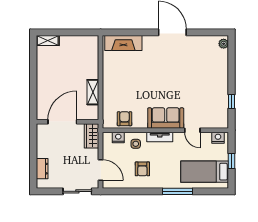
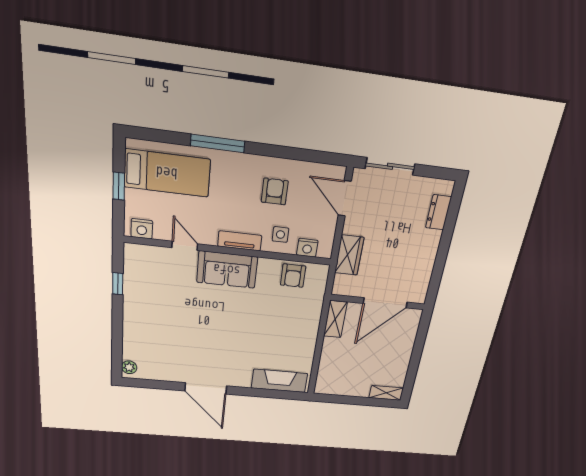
door: (62, 122) -> (385, 303), moved
wall: (67, 122) -> (378, 302), moved

